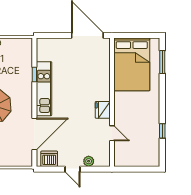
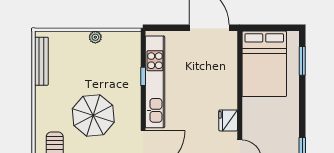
kitchen unit: (44, 89) -> (155, 82), width x1.36

